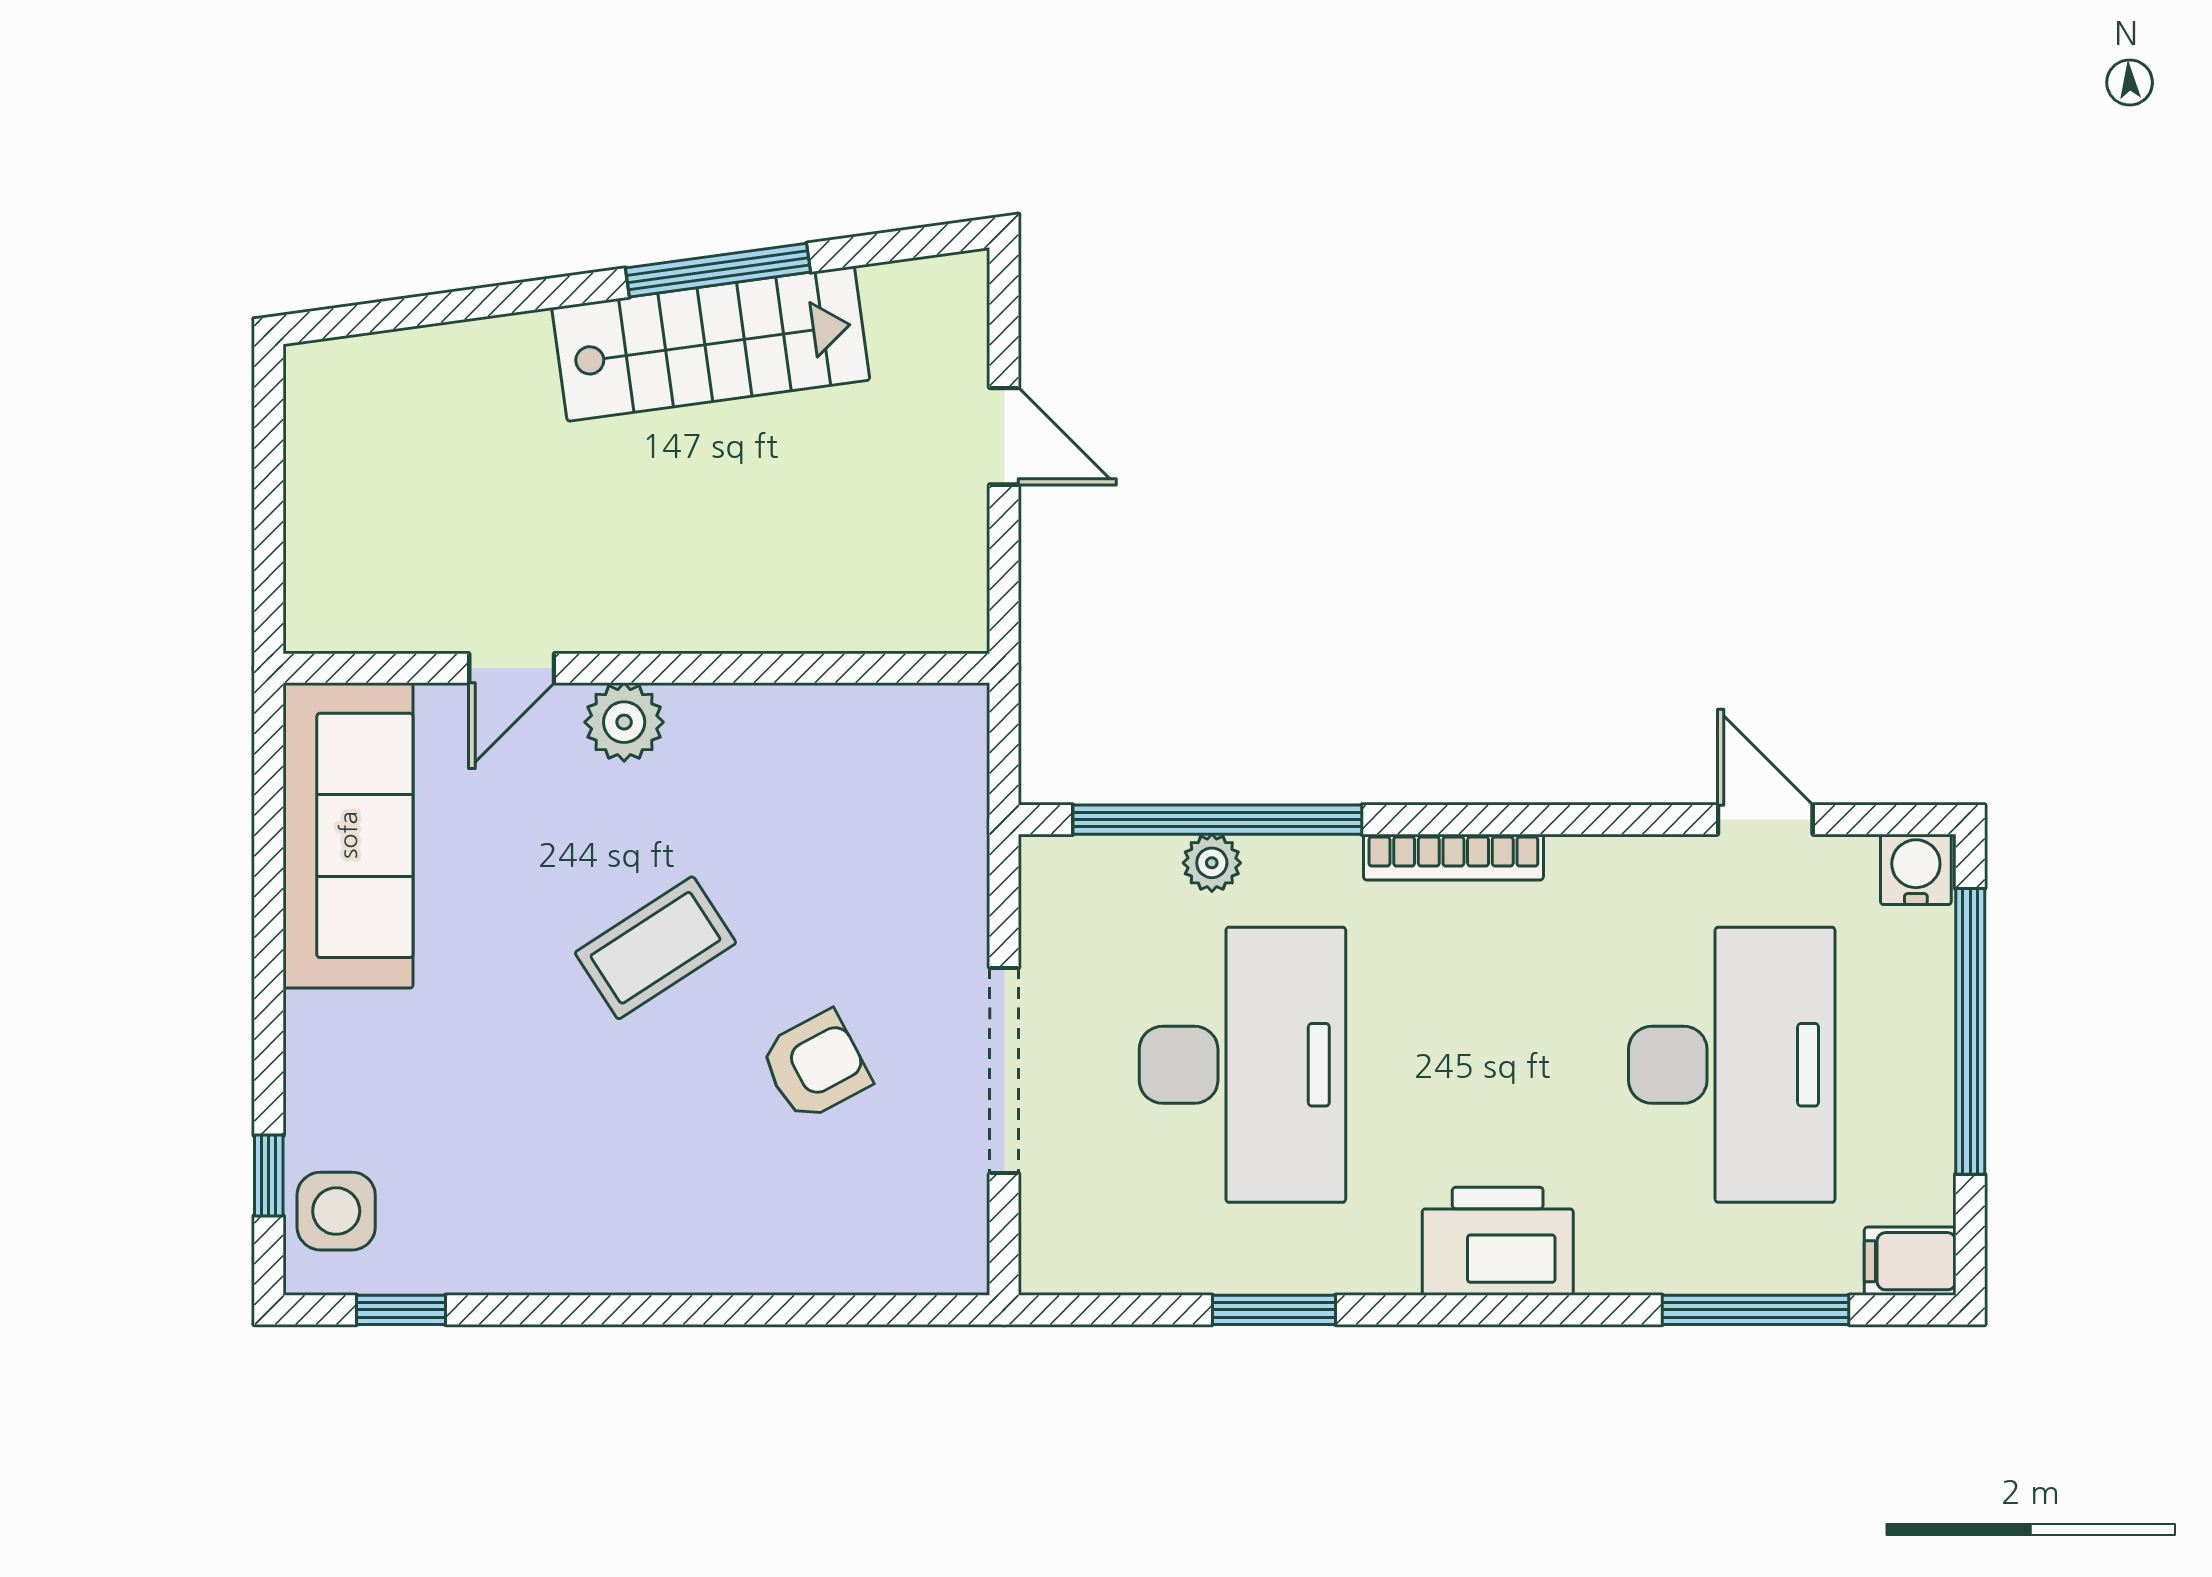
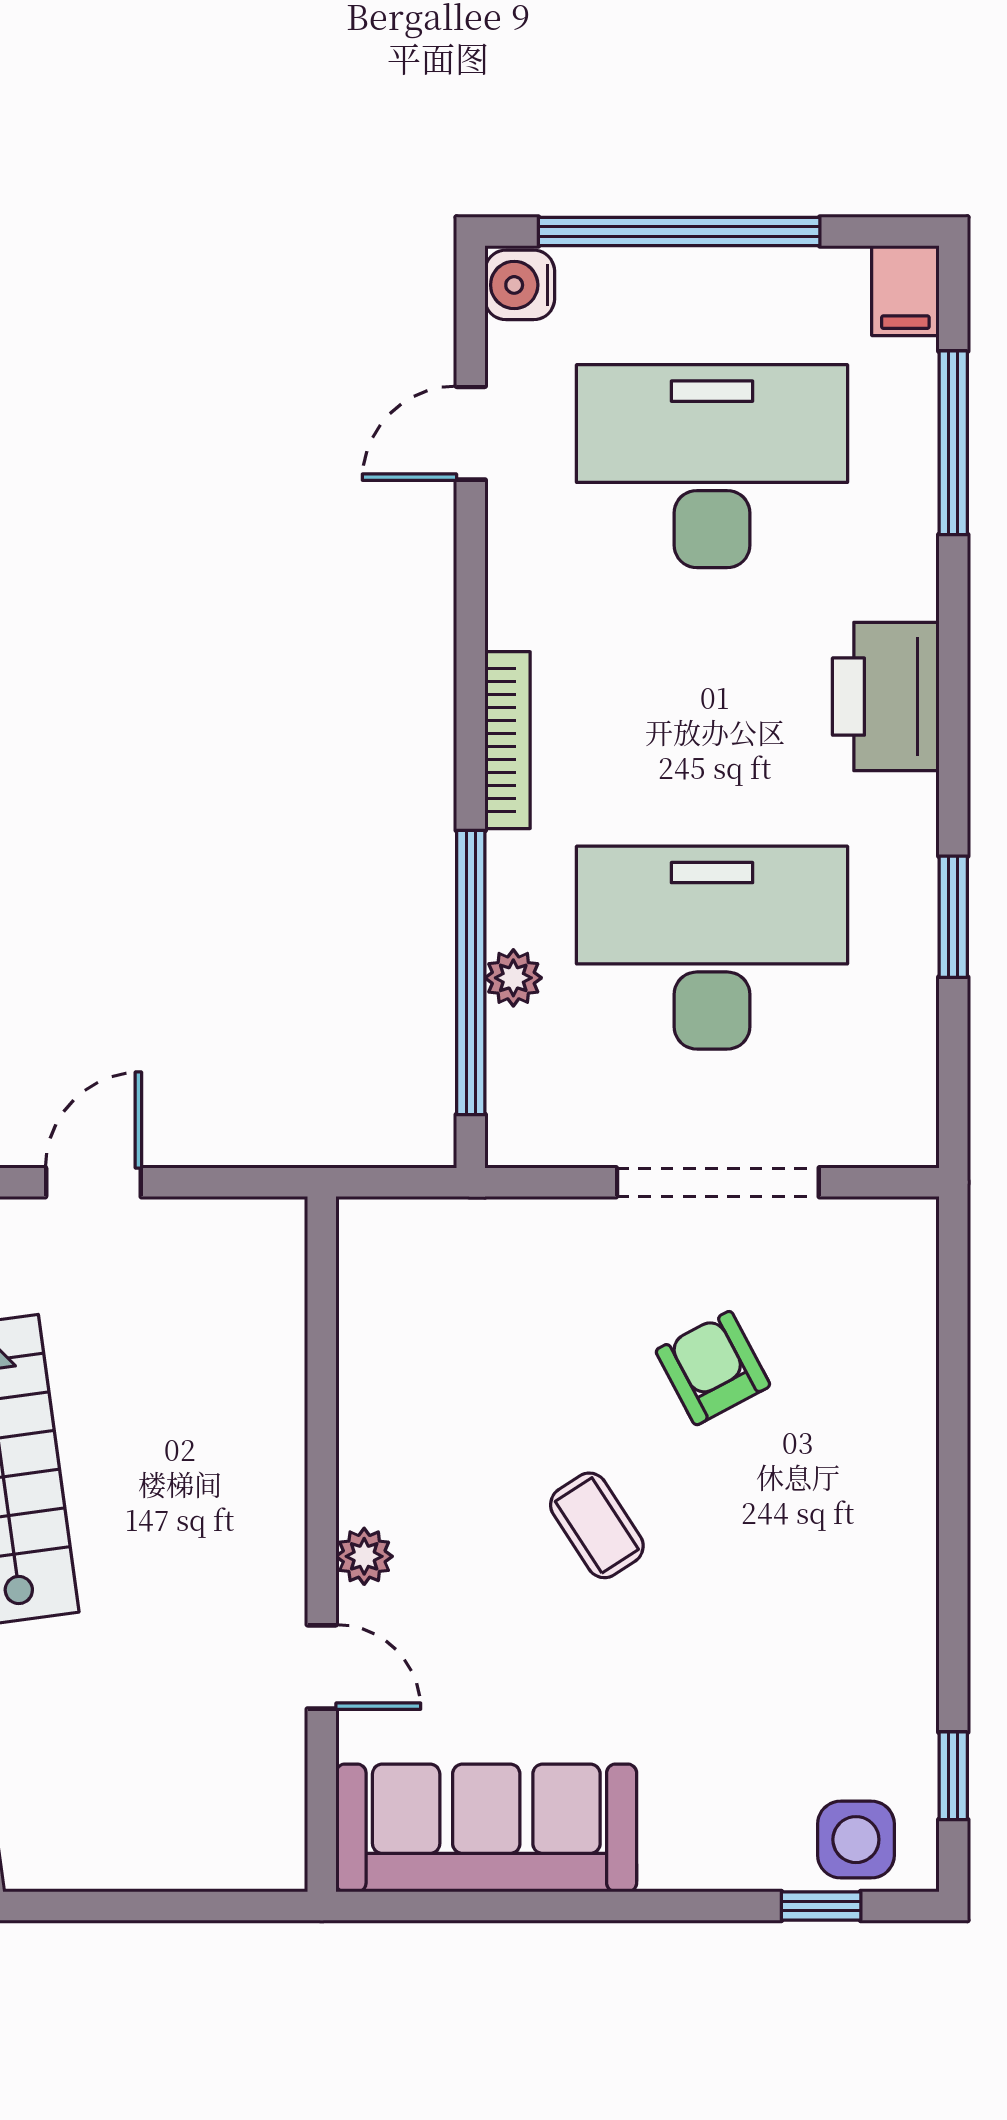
plant: (624, 722) -> (364, 1556), width x0.73, depth x0.73
coffee table: (655, 948) -> (597, 1525), width x0.73, depth x0.77

